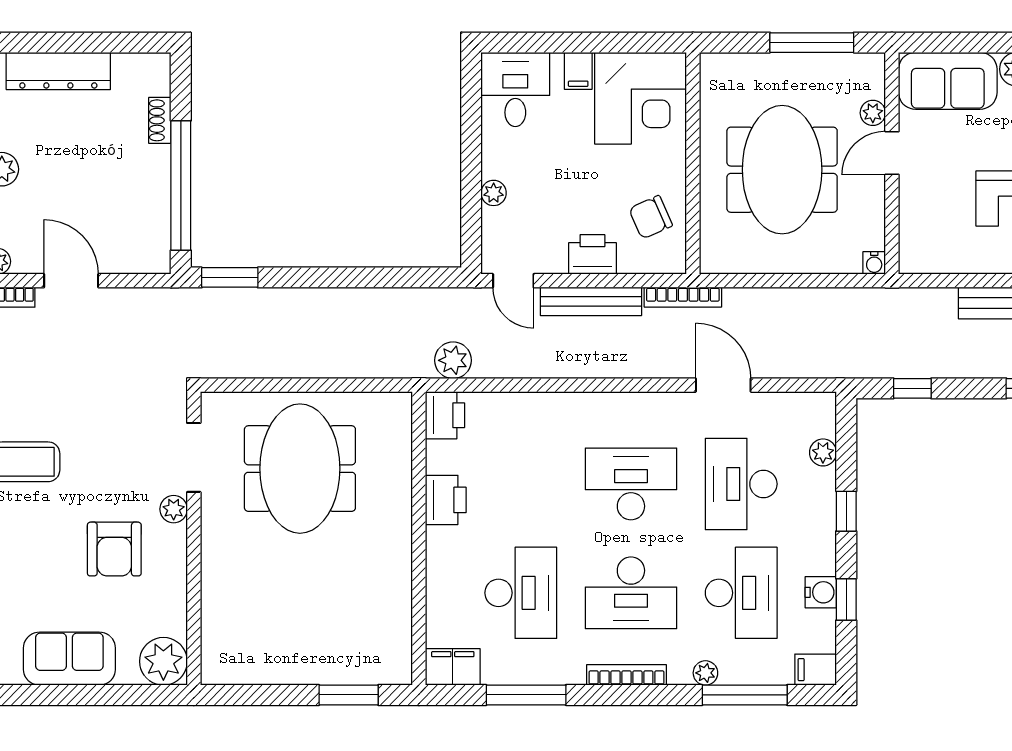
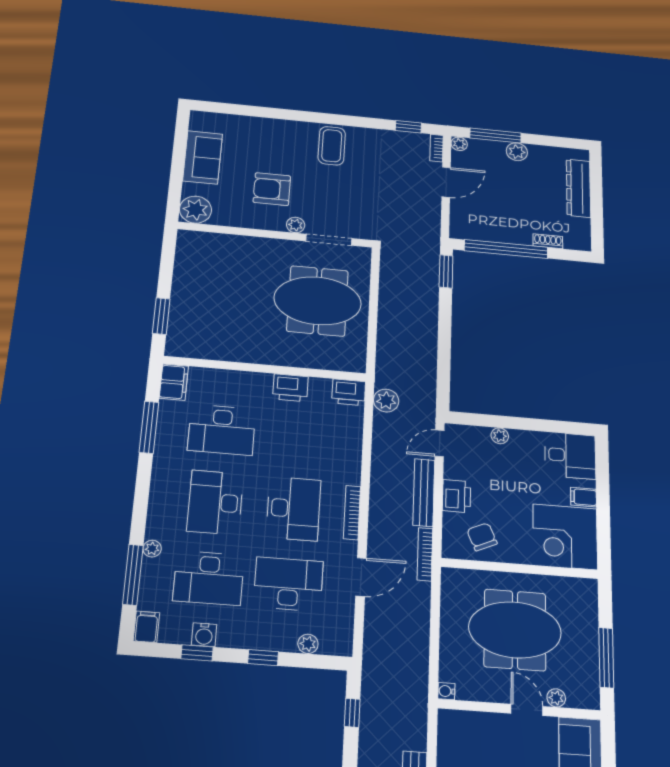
bookcase: (626, 675) -> (352, 513), moved, turned 180

